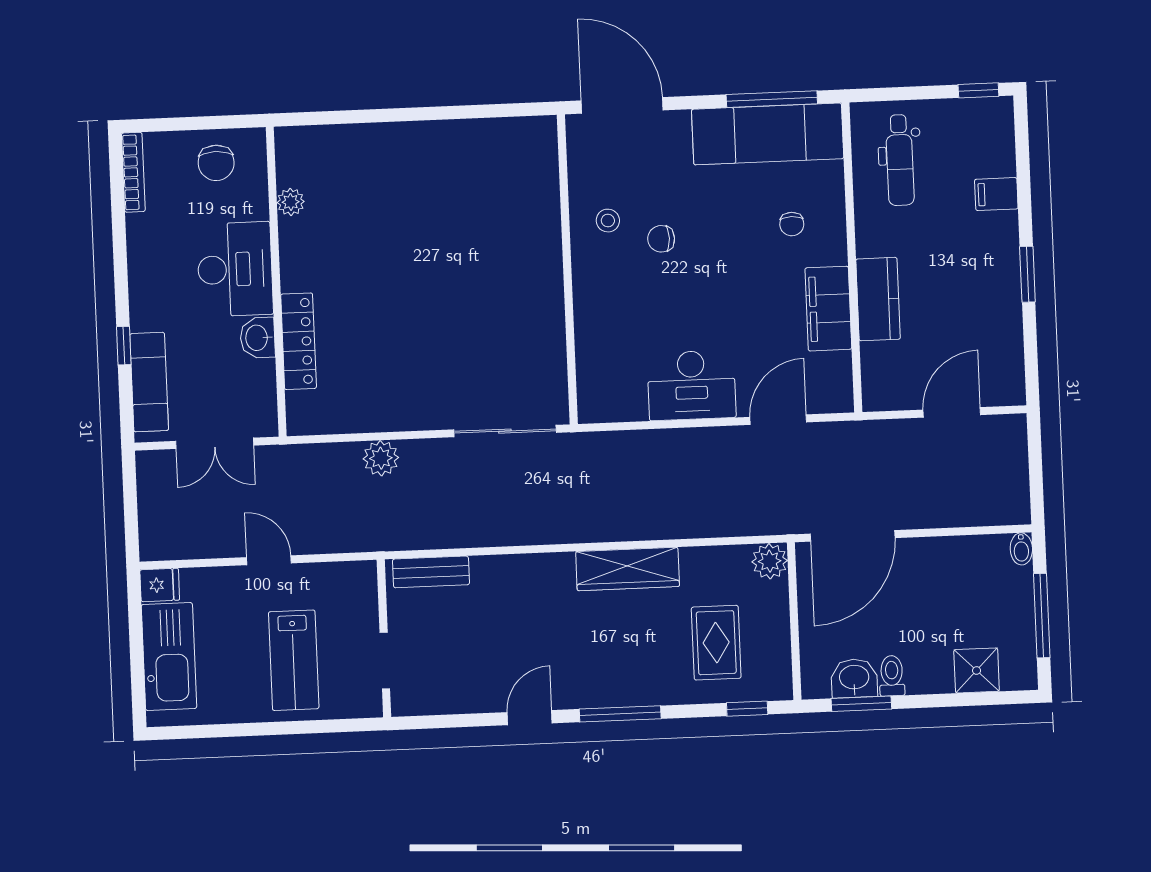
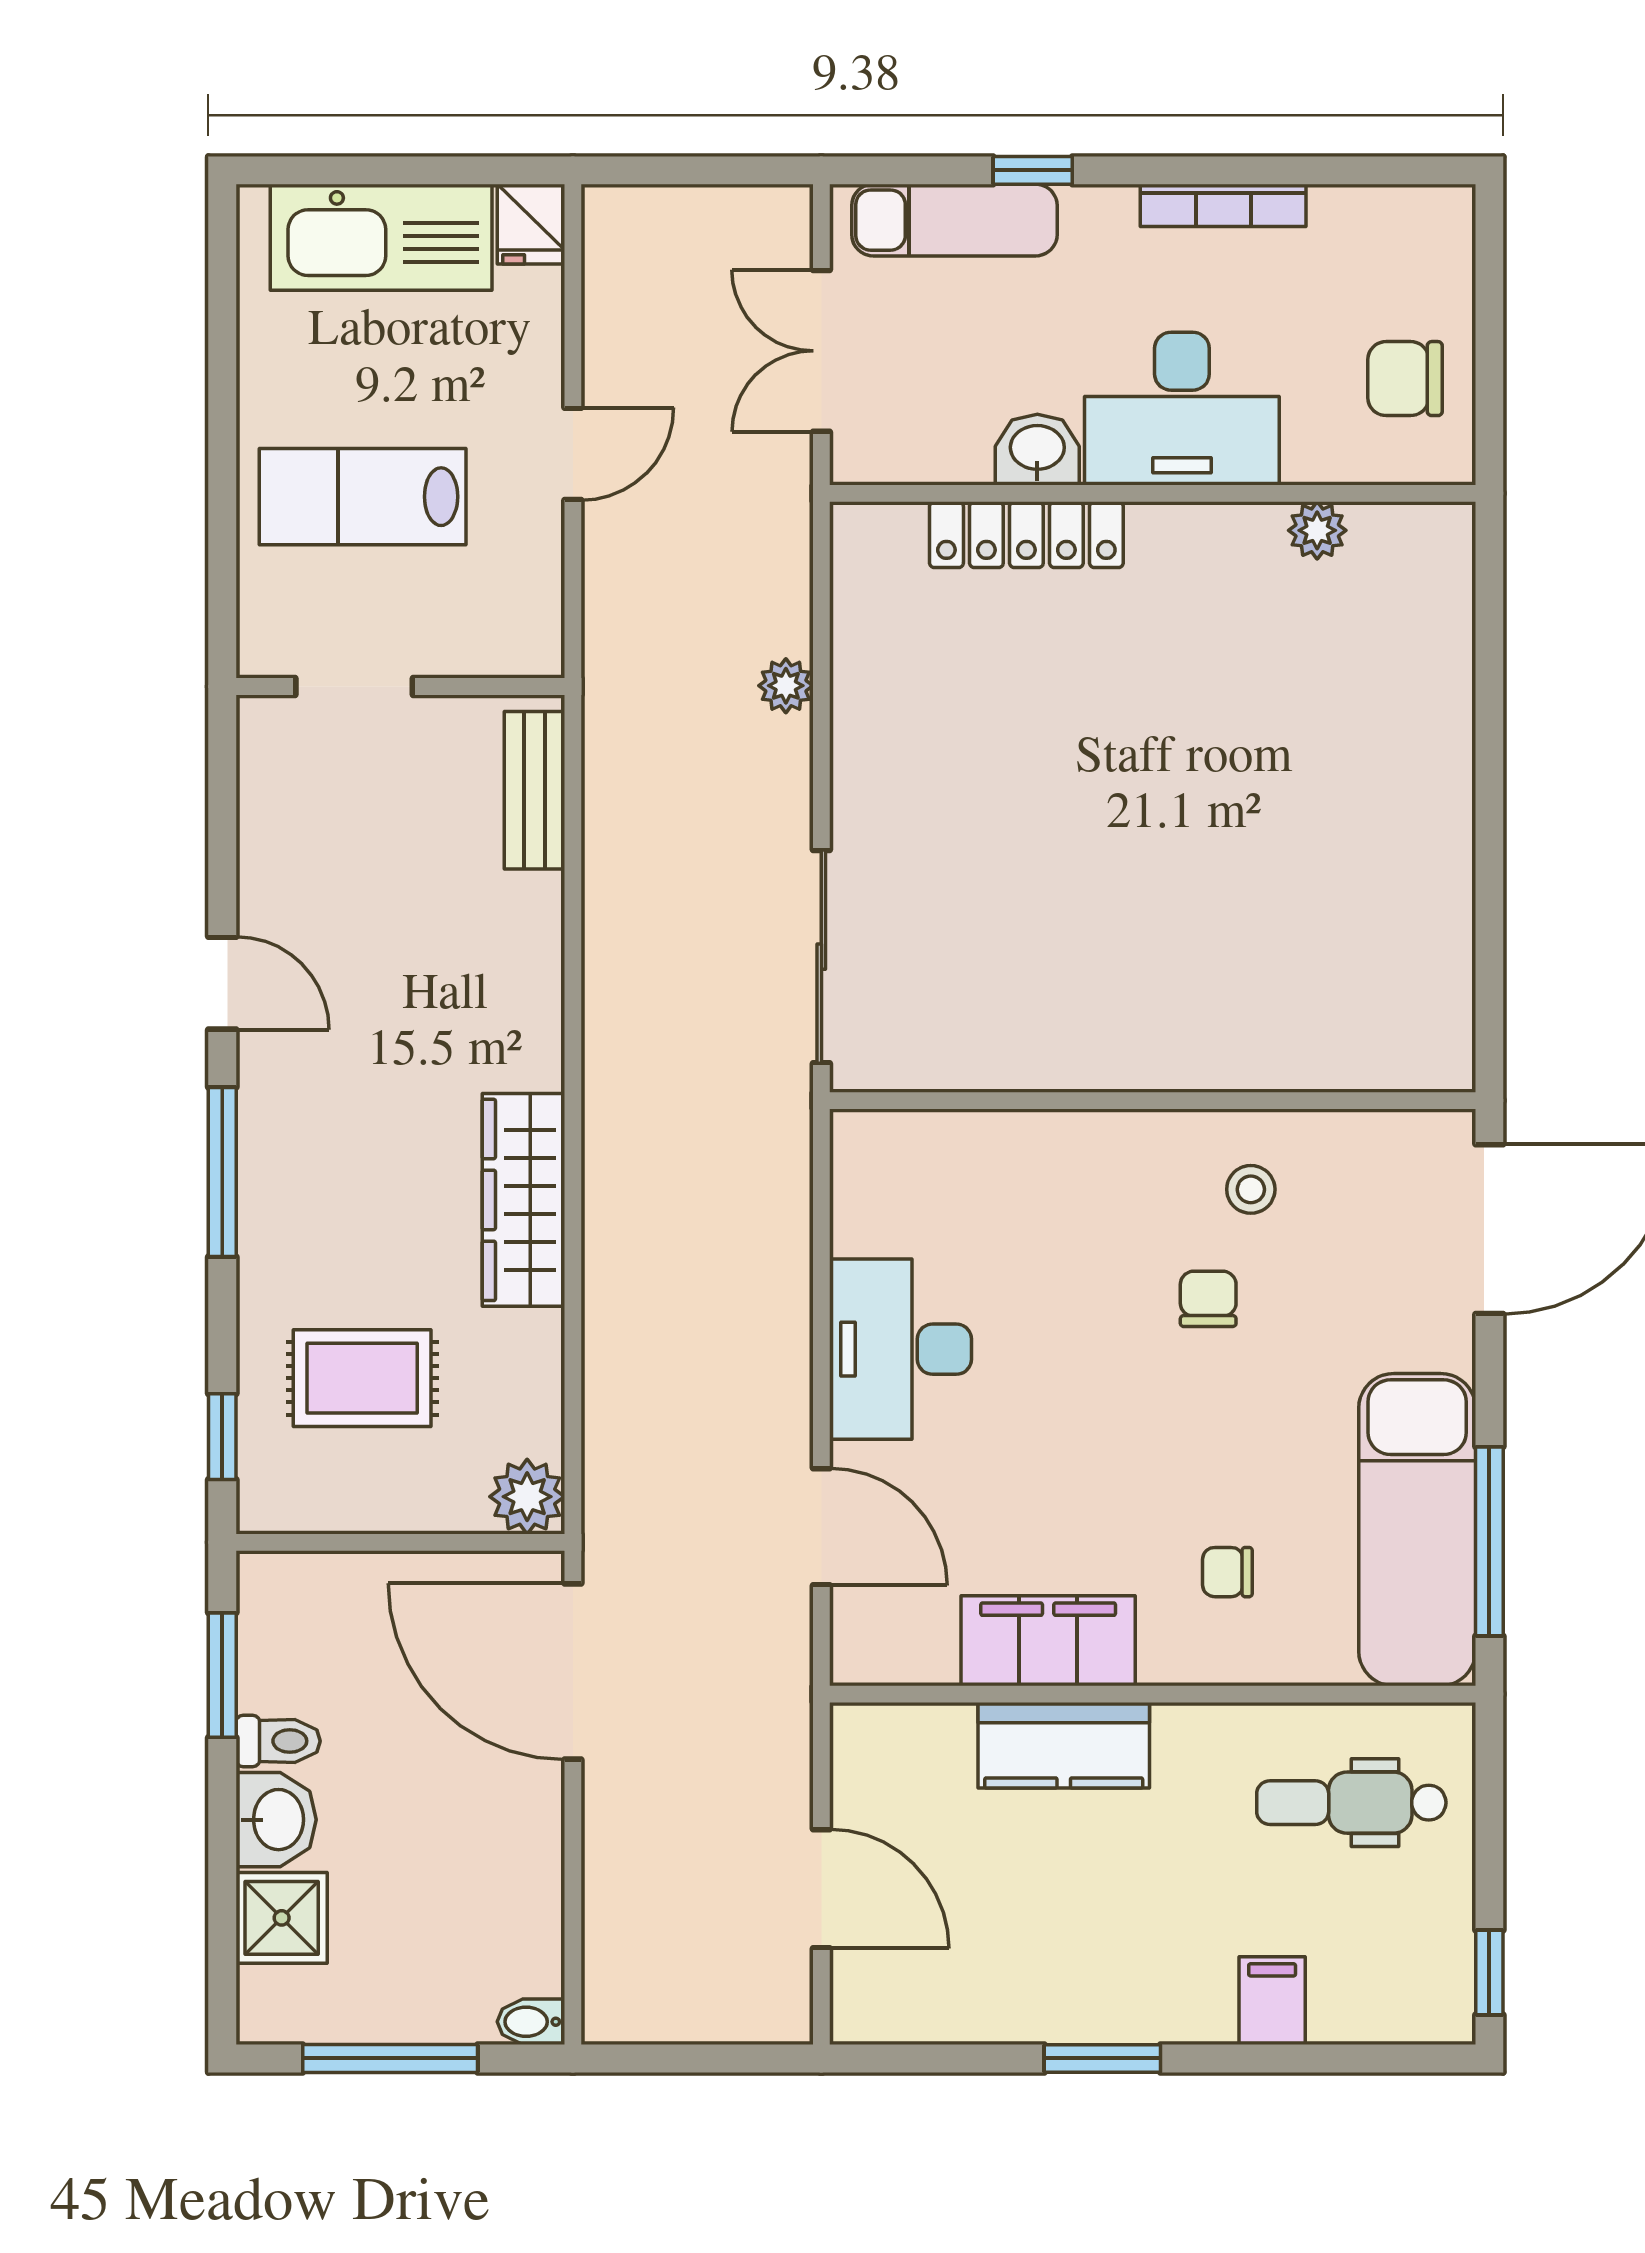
bookcase: (133, 172) -> (1223, 205), moved
plant: (381, 458) -> (786, 686), width x0.73, depth x0.73
washbasin: (854, 678) -> (276, 1820), moved

